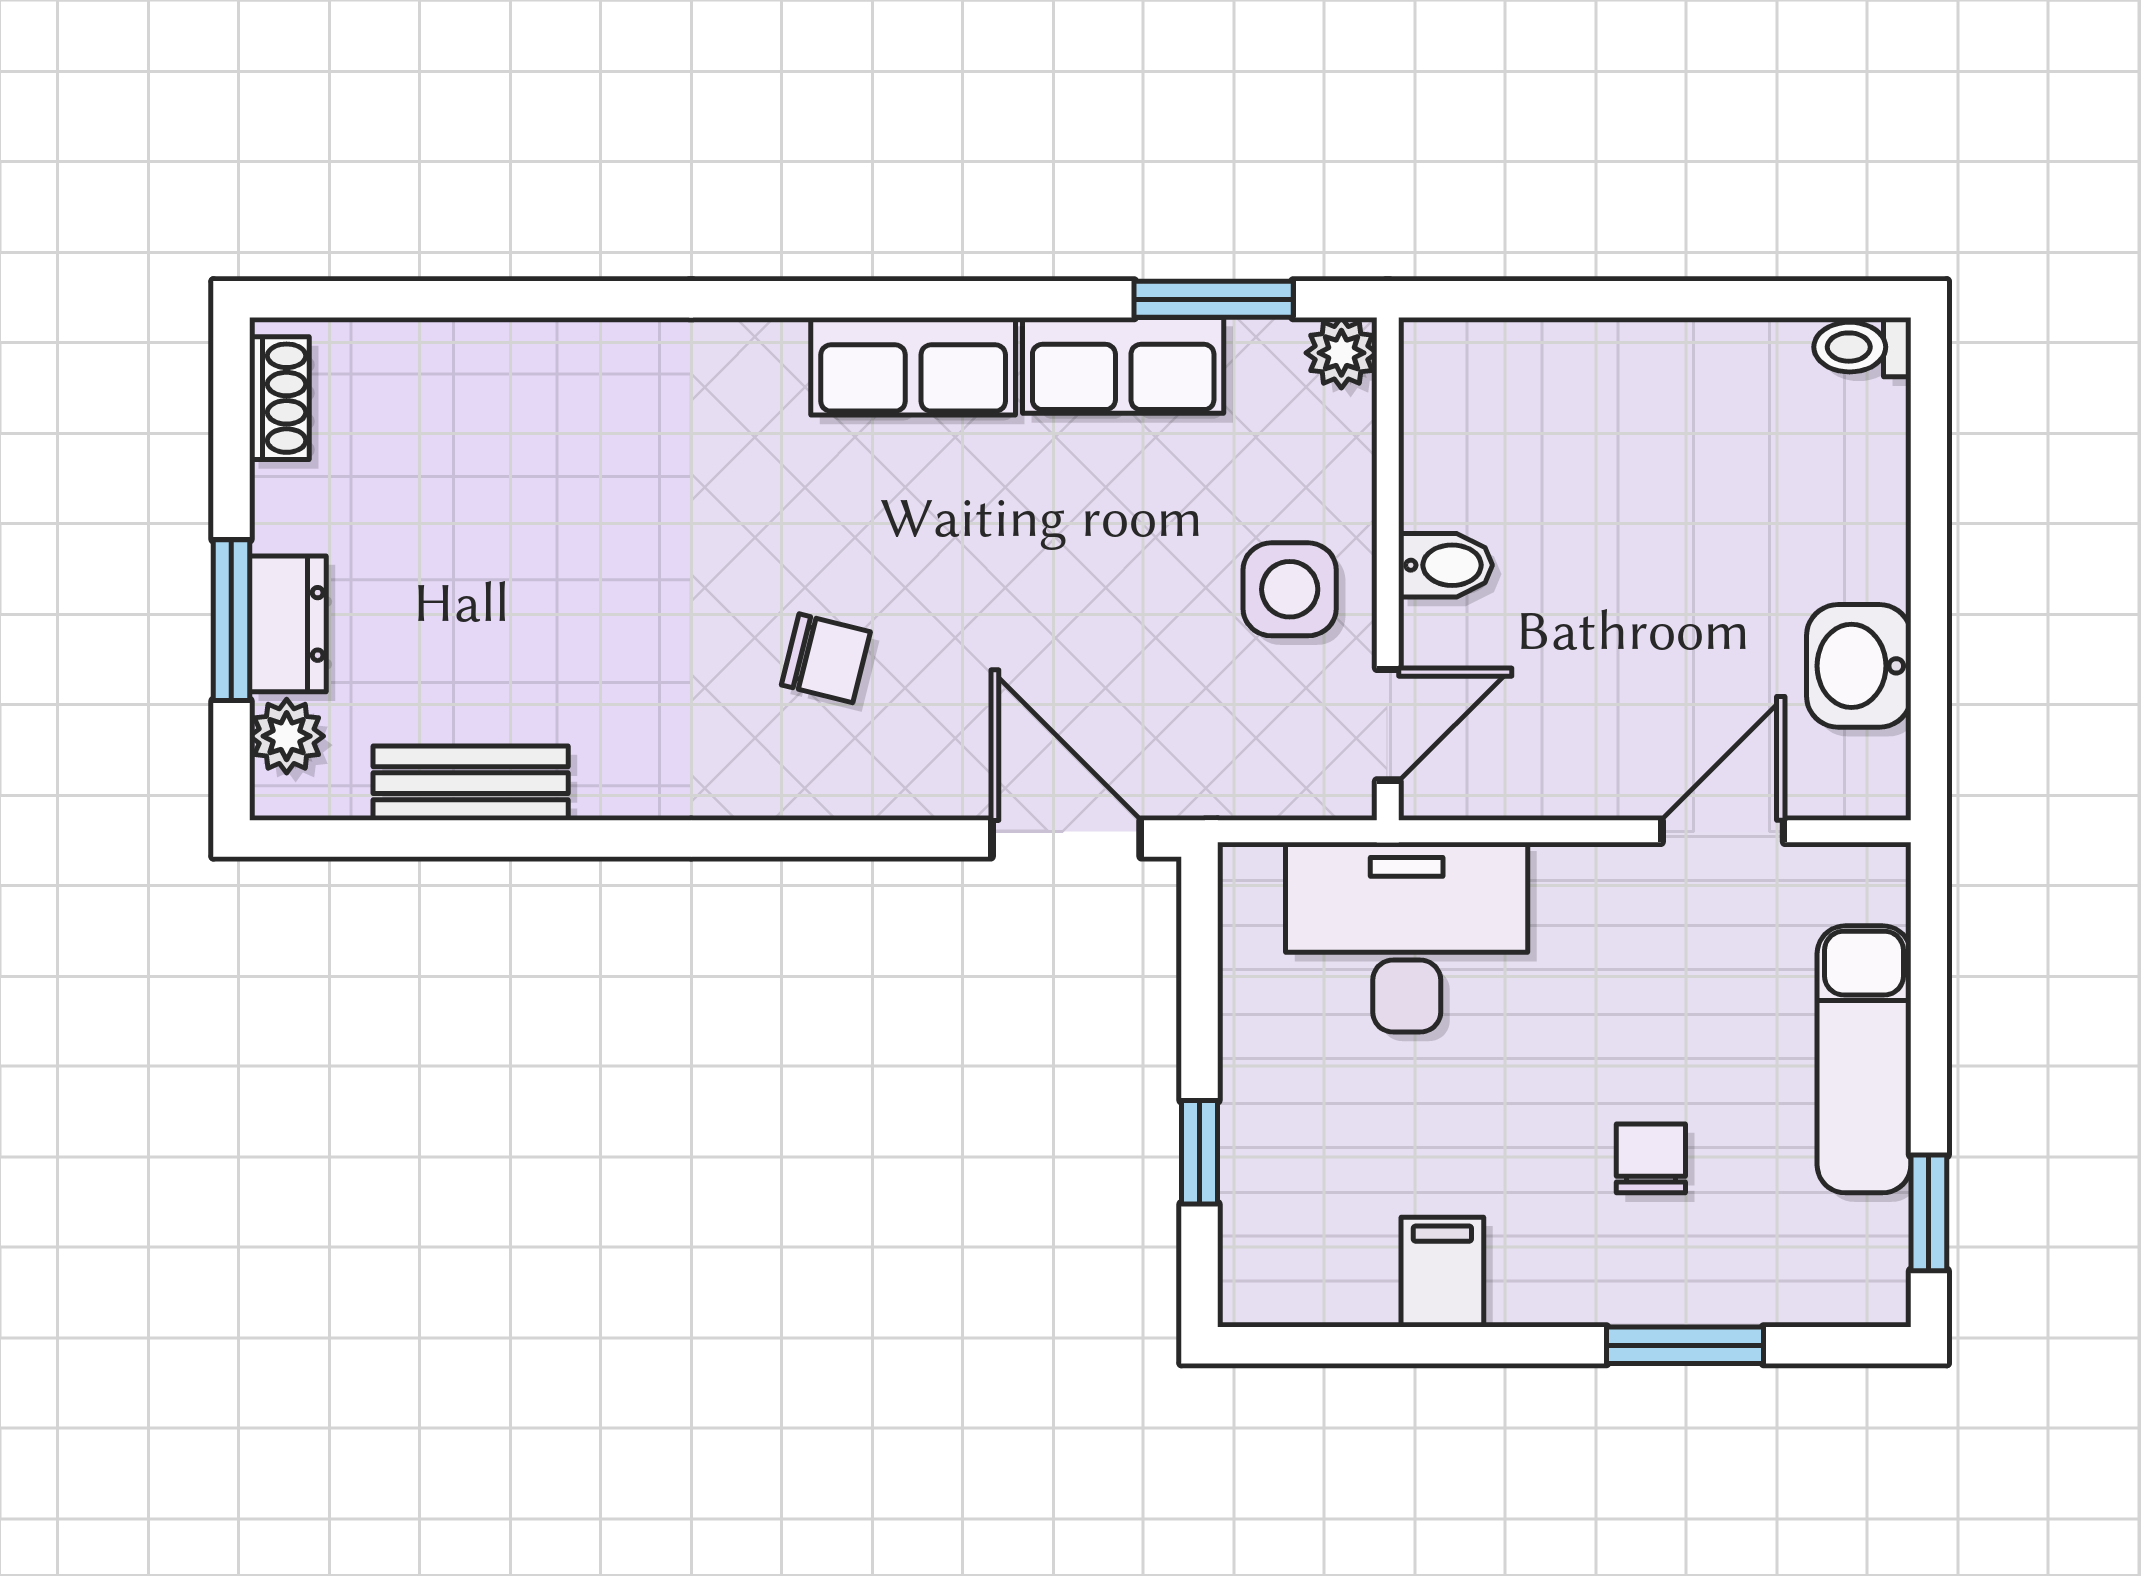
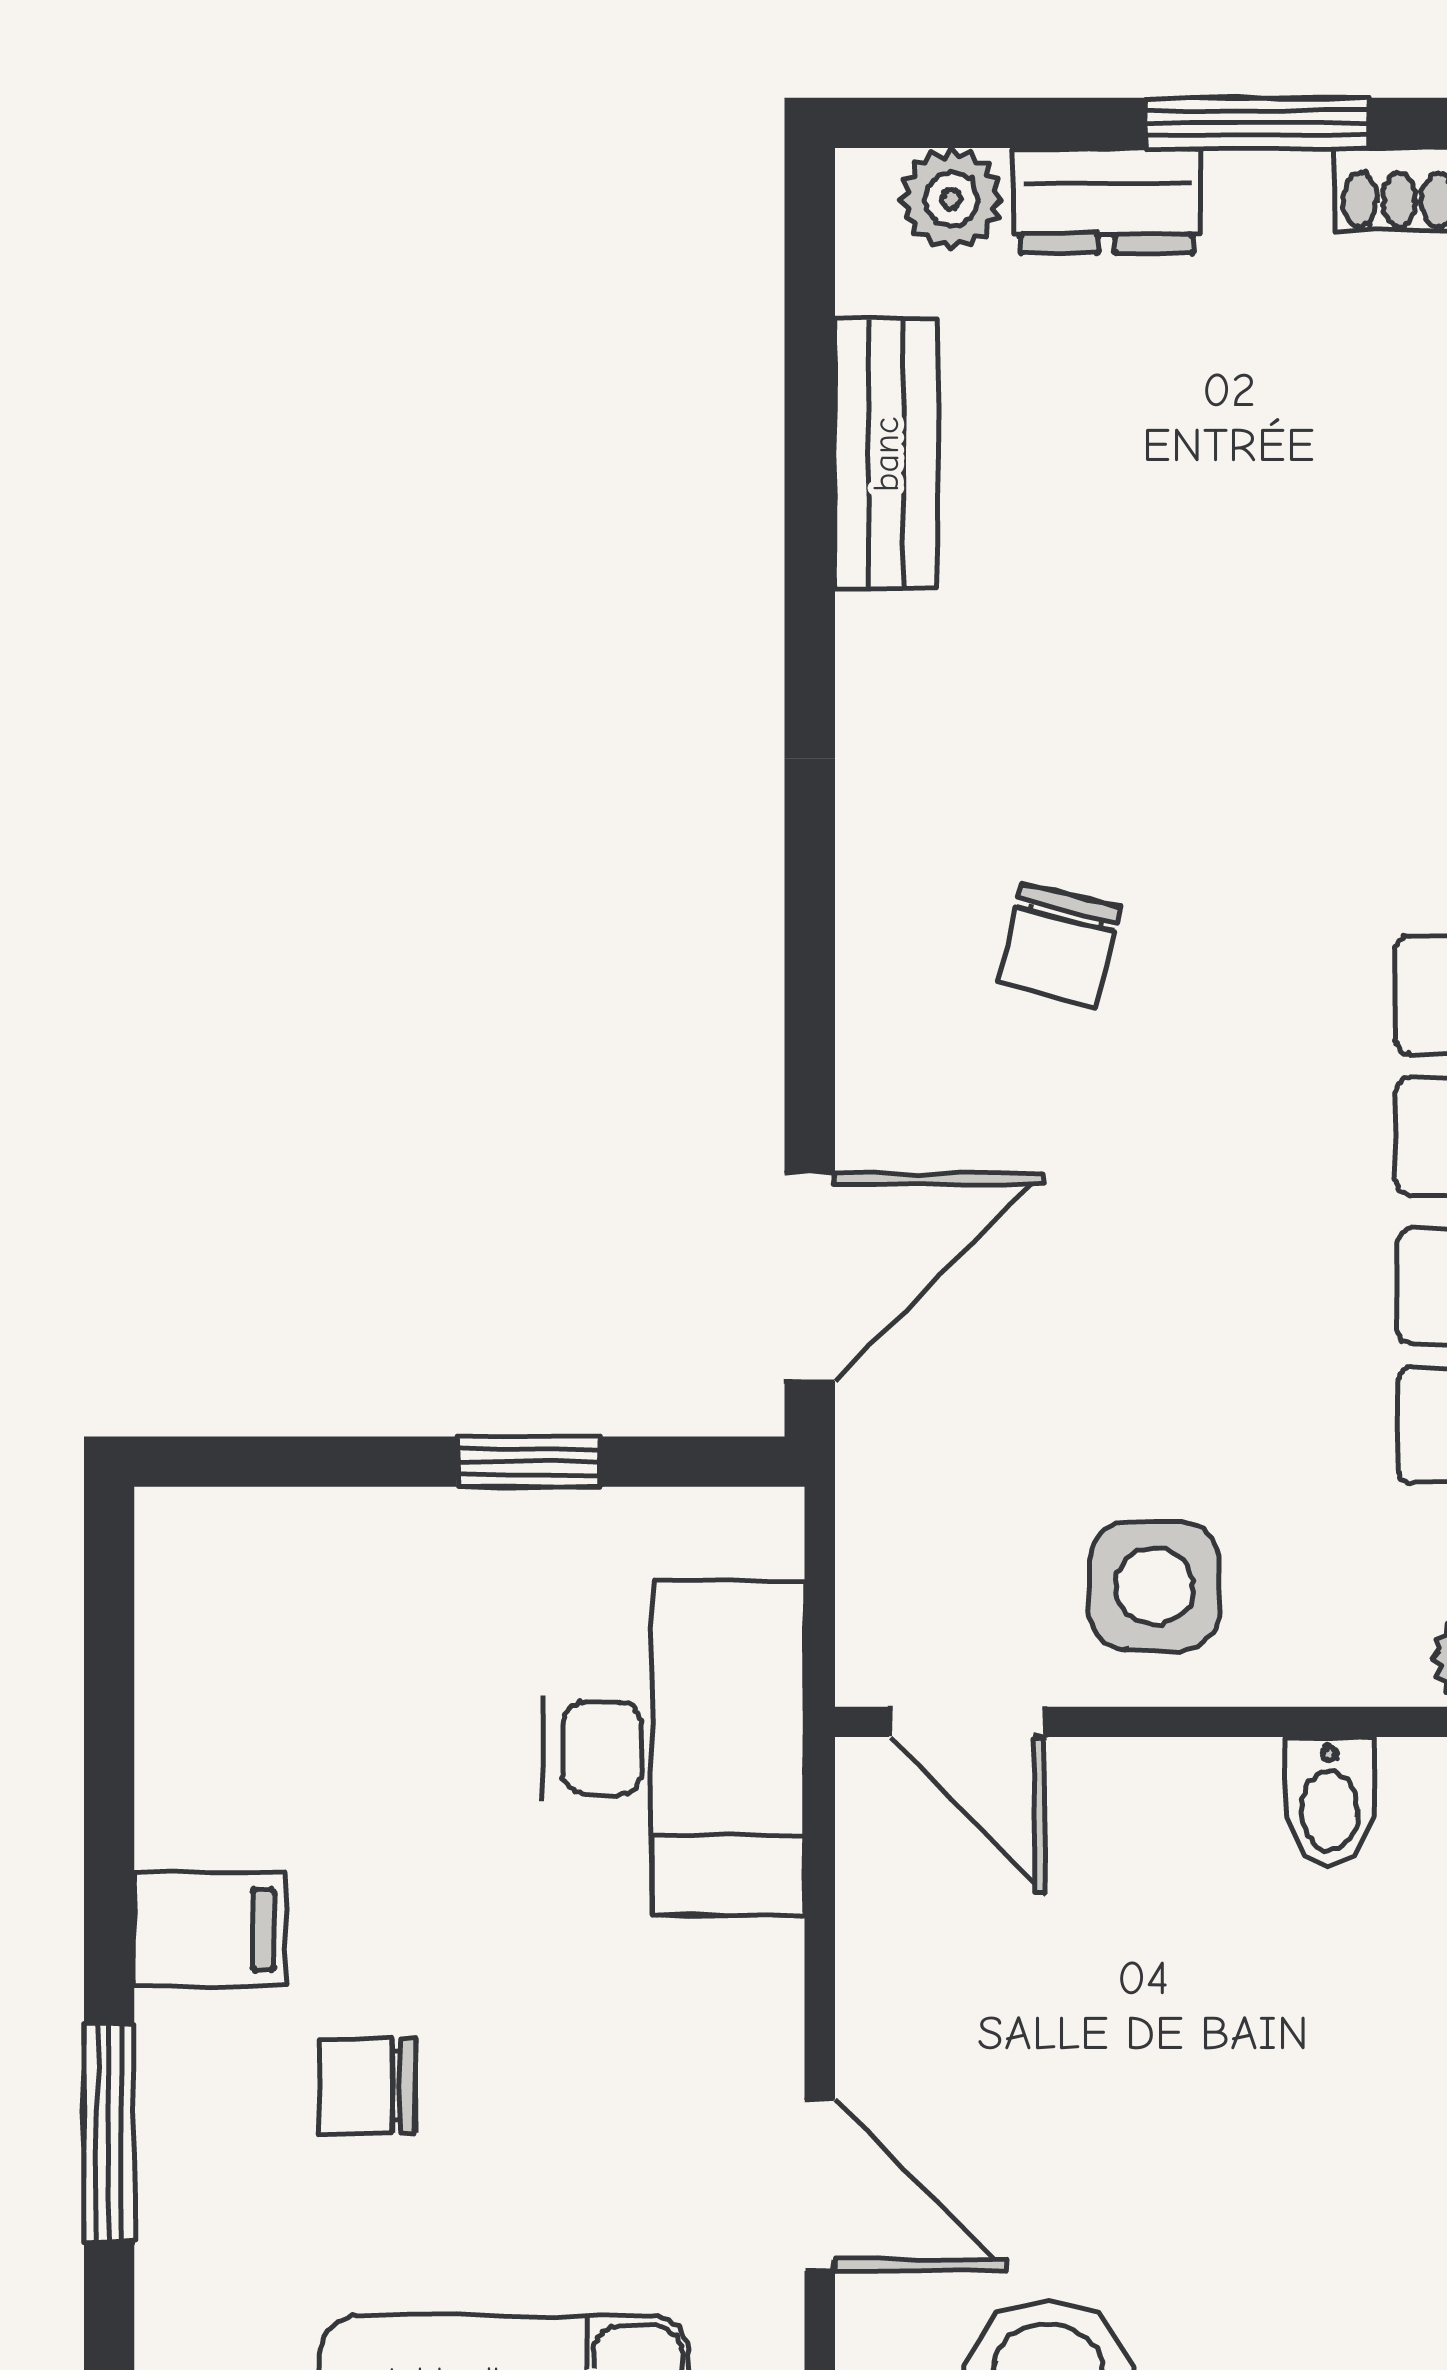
bidet: (1445, 565) -> (1329, 1802), moved
window: (231, 620) -> (1257, 123), moved
window: (1200, 1152) -> (528, 1462), moved
chair: (1651, 1158) -> (367, 2086), turned 180
filing cabinet: (1442, 1272) -> (210, 1930), moved

